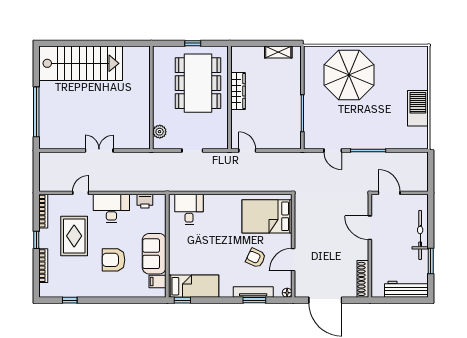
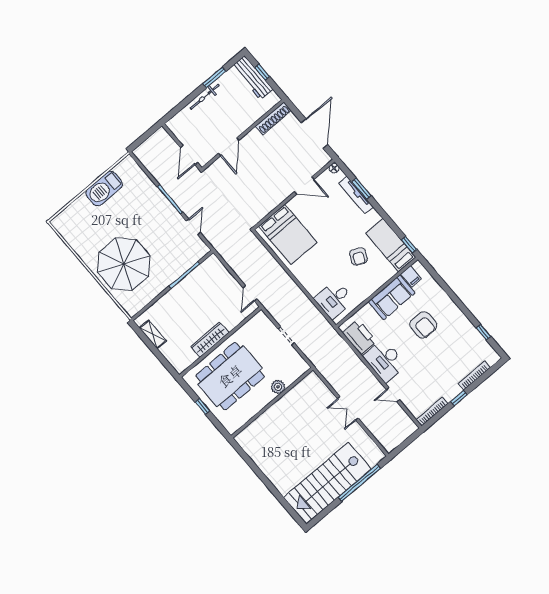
stairs: (81, 63) -> (327, 483), moved, turned -90
plant: (160, 132) -> (278, 387), moved
printer: (145, 201) -> (360, 337), width x1.87, depth x1.48
bicycle: (420, 235) -> (205, 97), width x0.73, depth x0.71
rug: (74, 236) -> (431, 371), removed
armchair: (256, 258) -> (358, 256), moved
window: (404, 300) -> (262, 72), added

